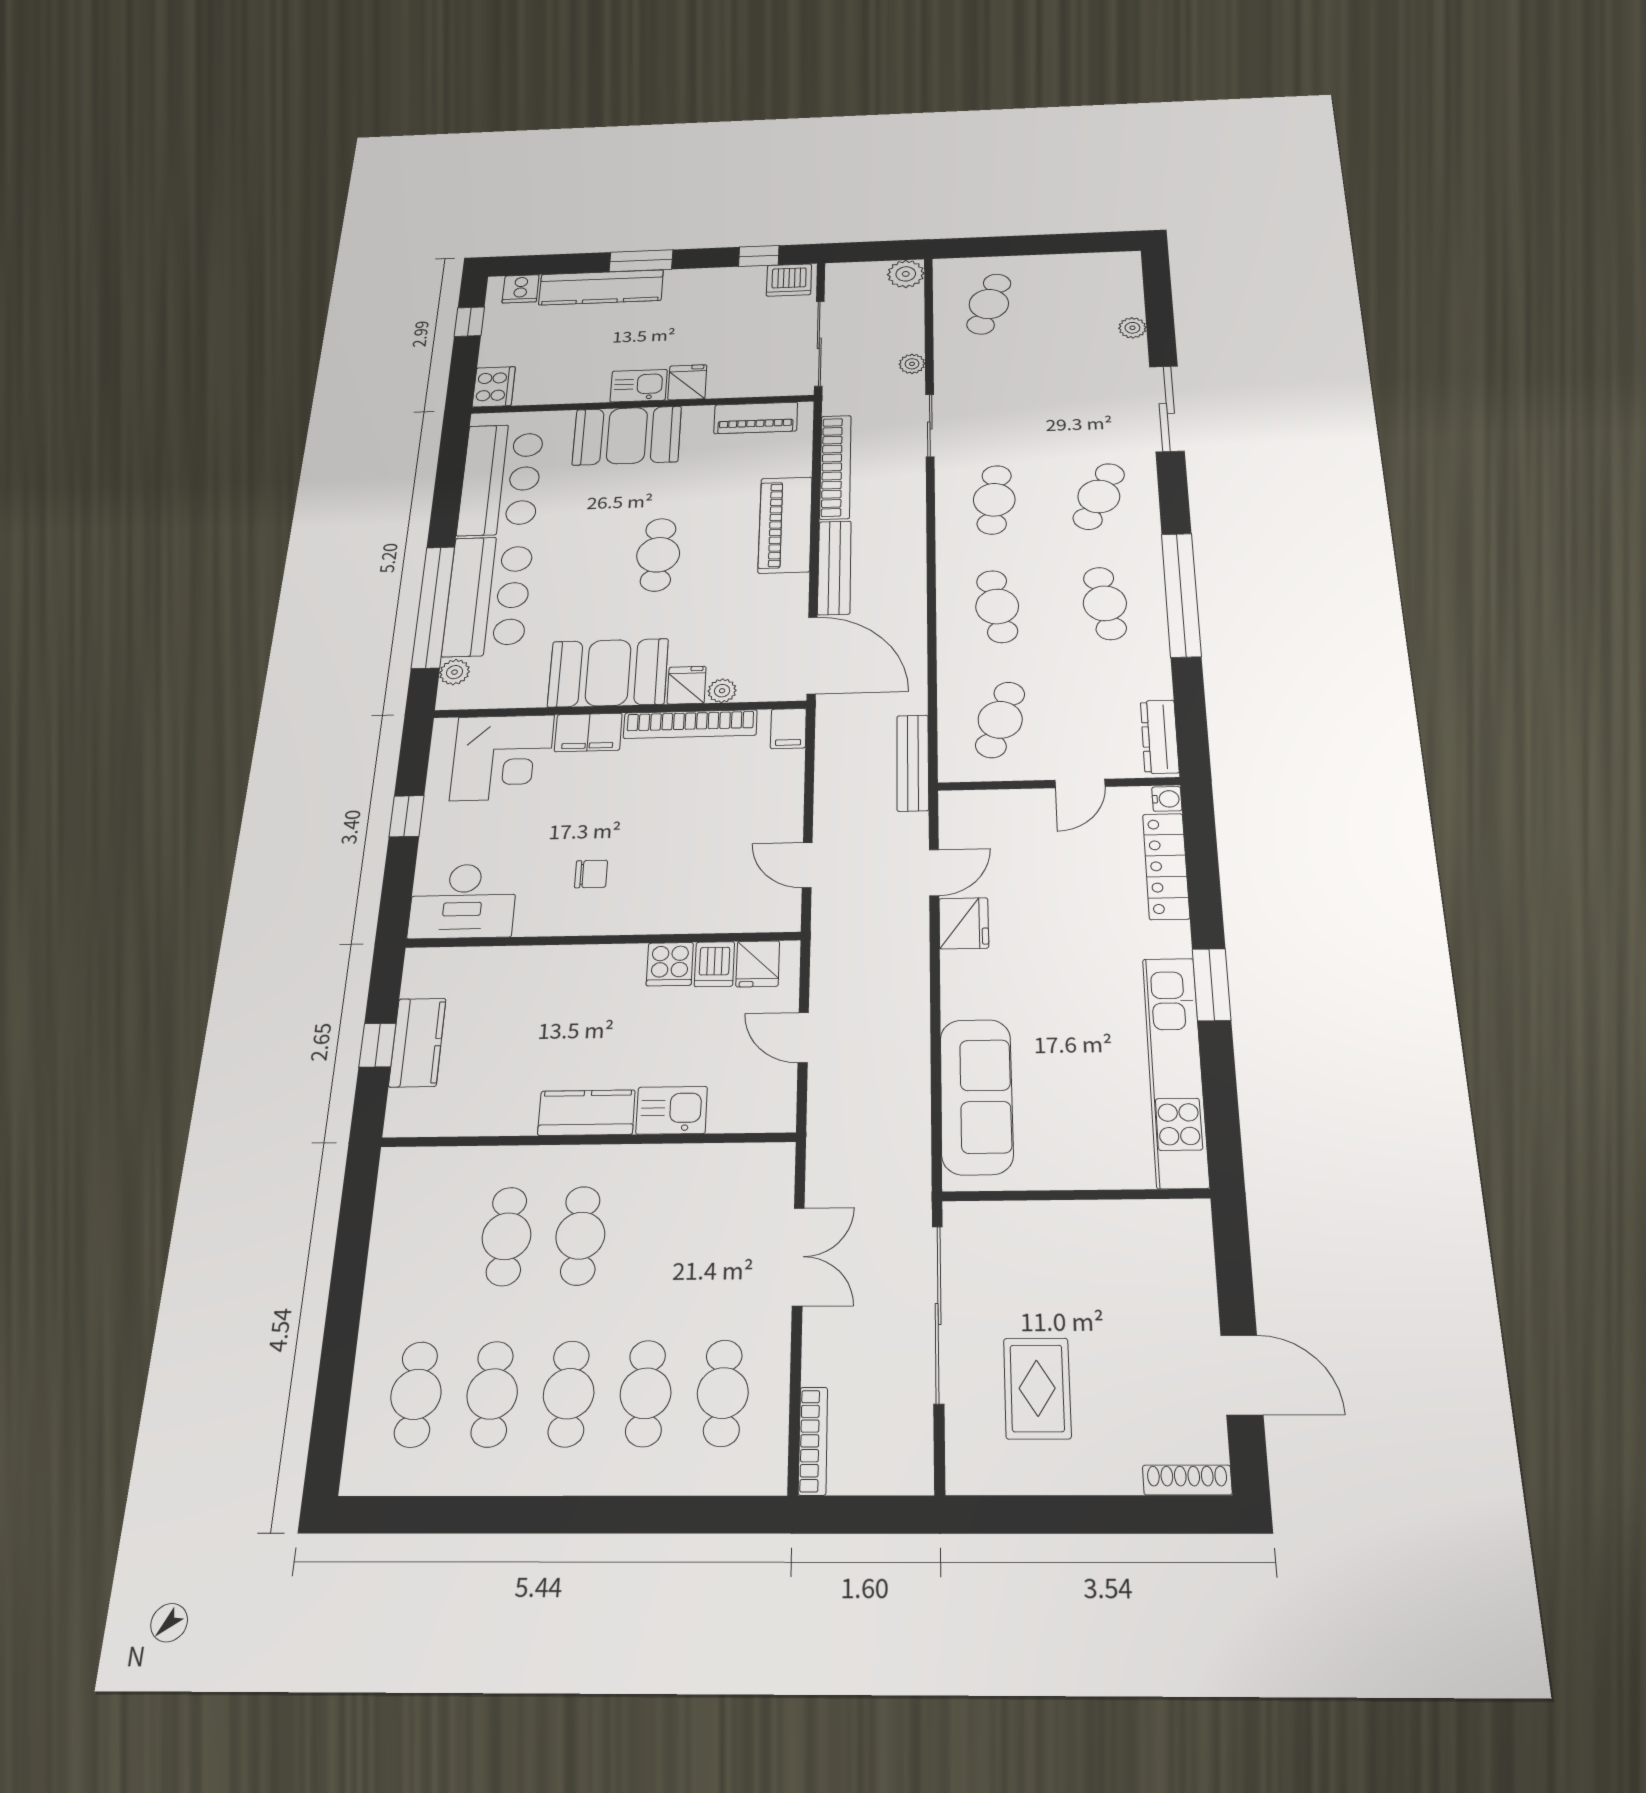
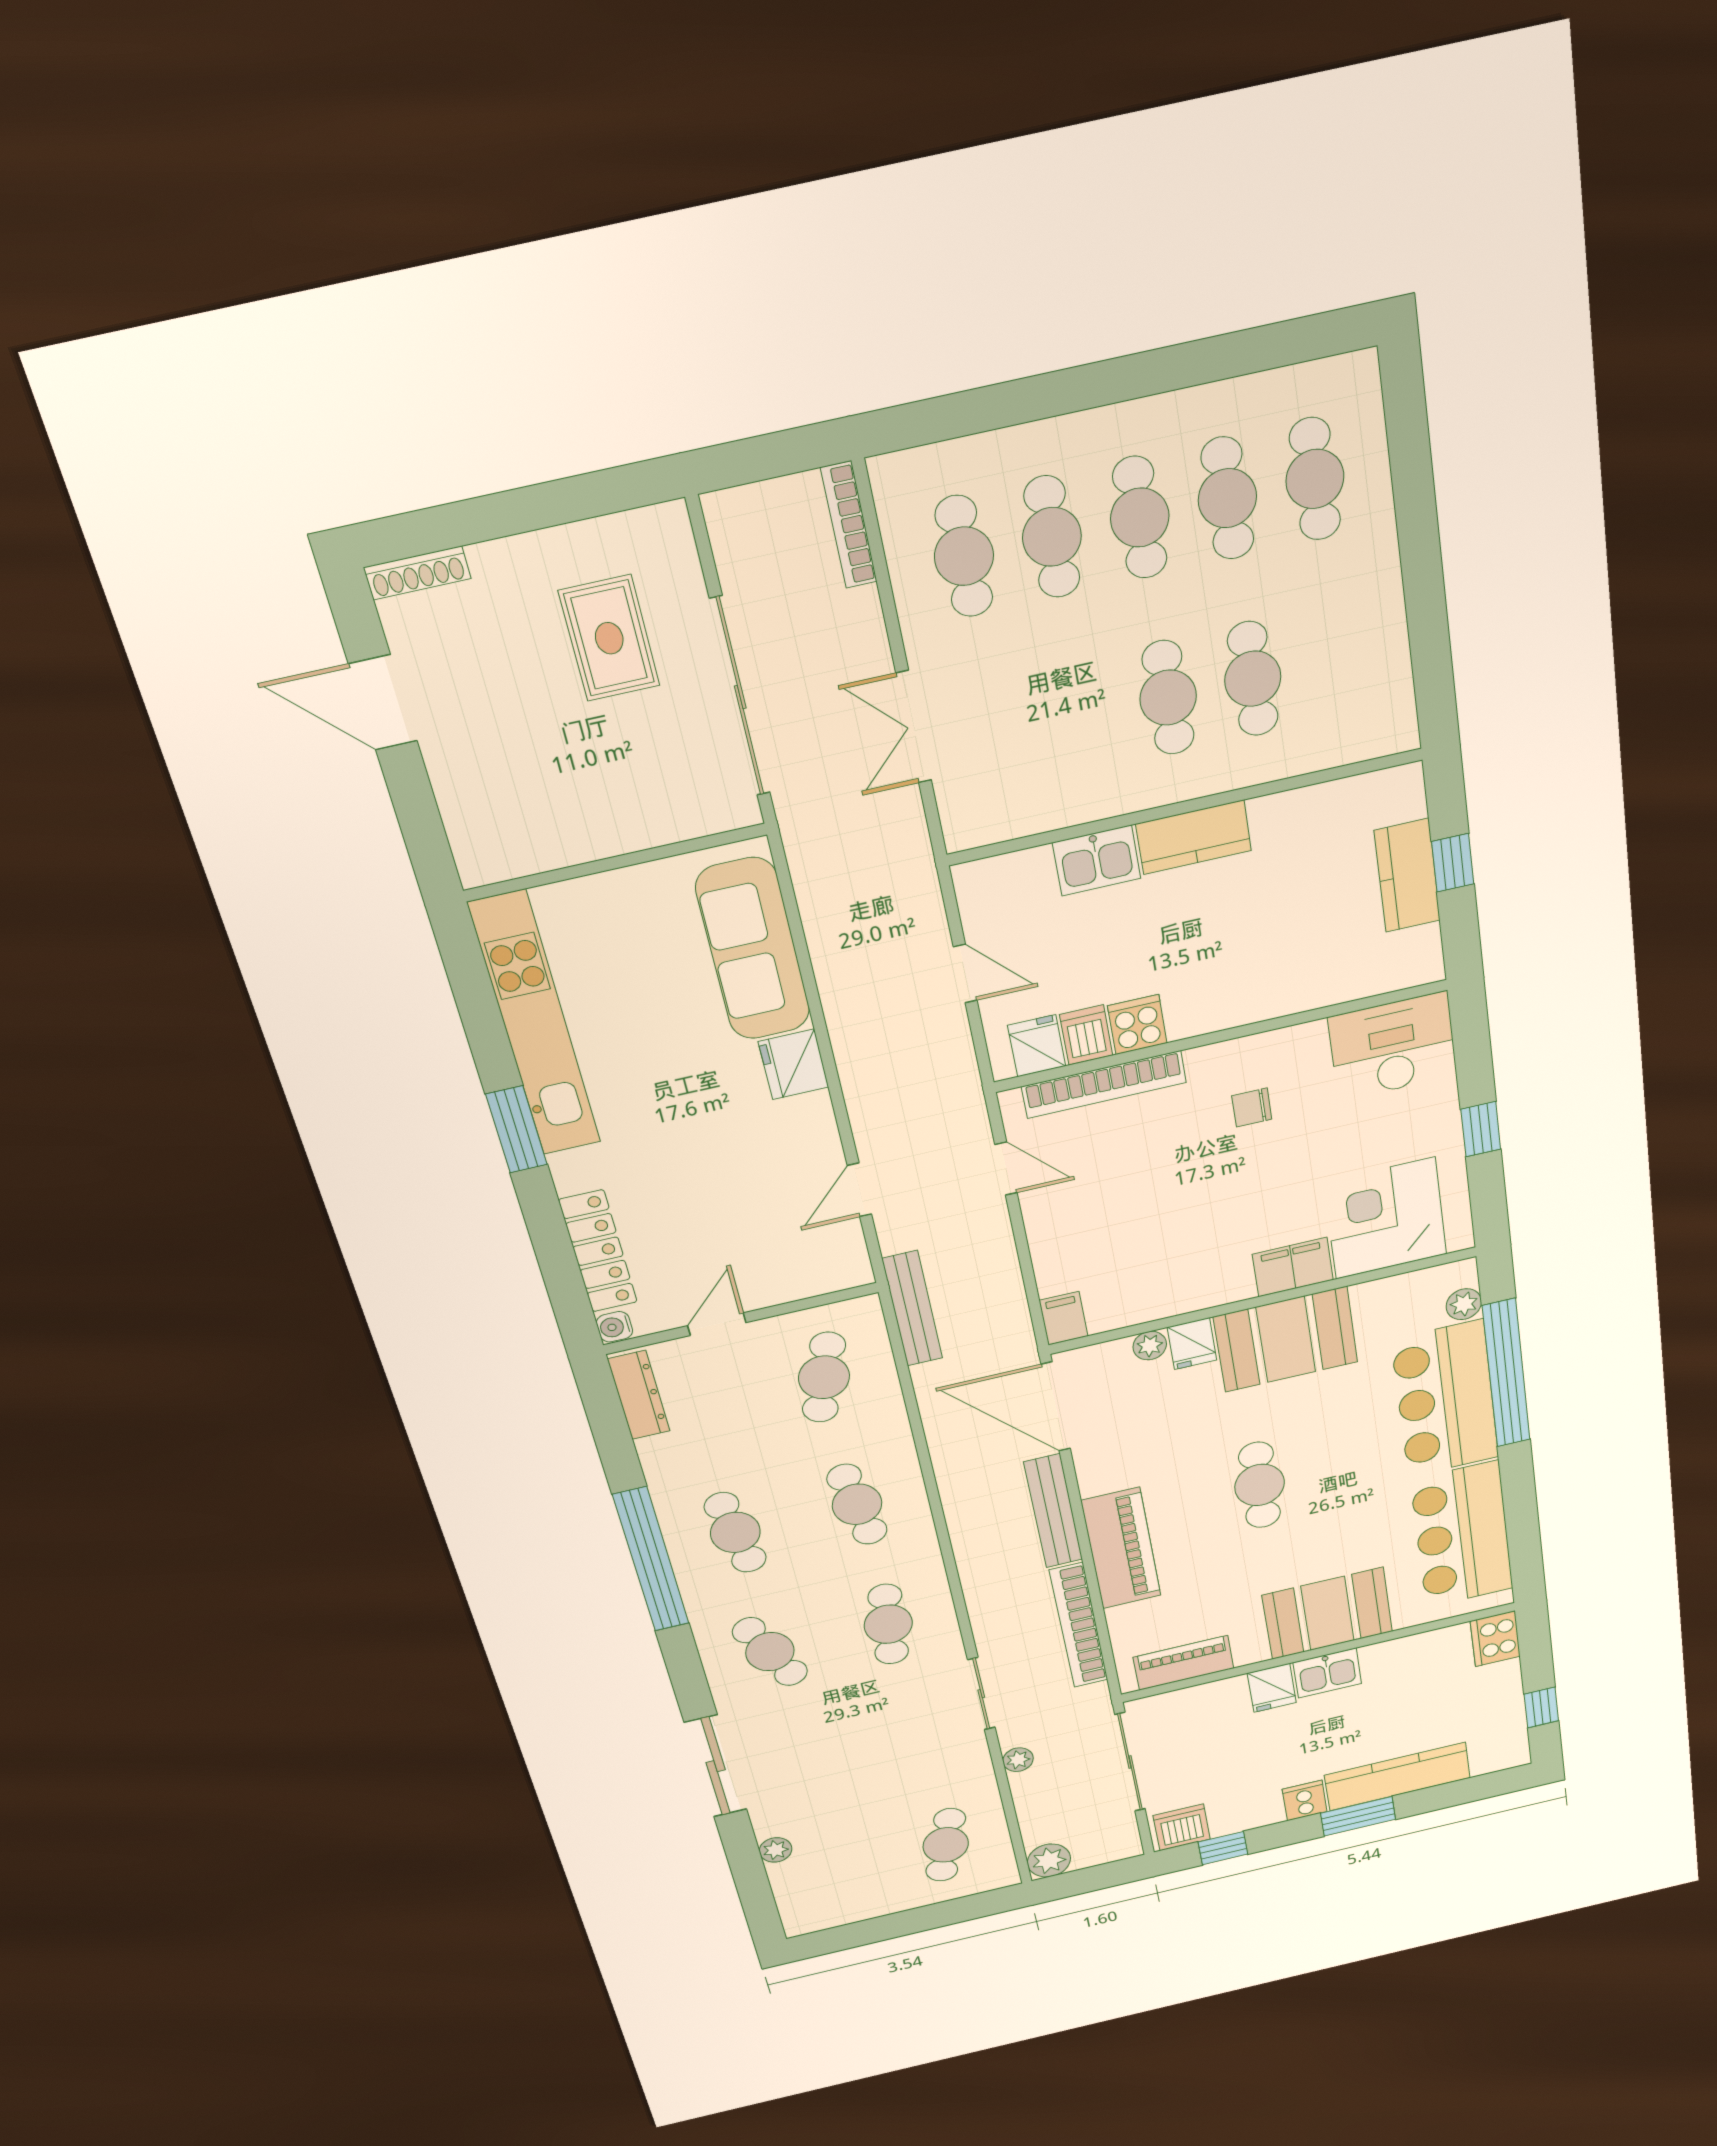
cooker: (521, 289) -> (1305, 1800), moved
cafe table: (1099, 496) -> (770, 1652), turned -48
bookcase: (690, 724) -> (1104, 1085), moved, turned 180
fridge: (964, 923) -> (794, 1064), moved

